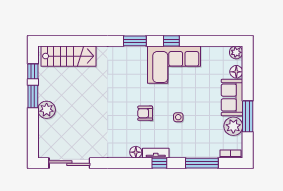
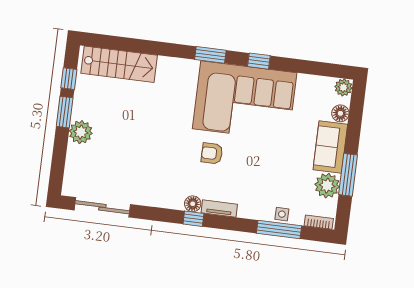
corner sofa: (174, 65) -> (245, 101), width x1.36, depth x1.36
side table: (178, 117) -> (282, 214), moved
window: (159, 163) -> (193, 219), moved

